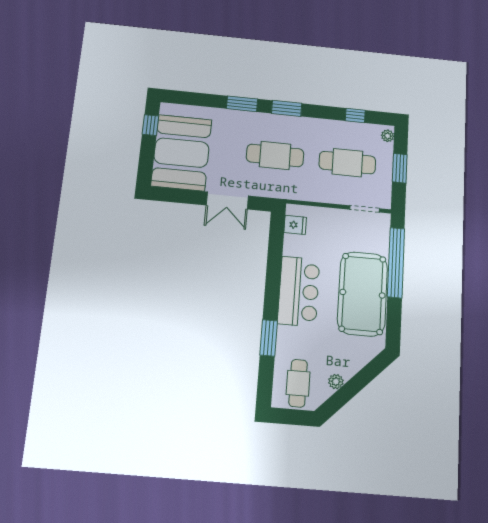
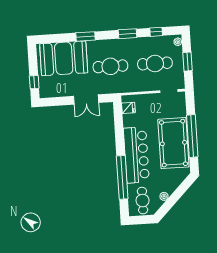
window: (287, 108) -> (128, 34), moved
window: (150, 125) -> (34, 82), moved
booth: (181, 153) -> (64, 58), moved, turned 90
window: (396, 263) -> (192, 136), moved
bar counter: (299, 291) -> (136, 155), width x1.36
window: (269, 338) -> (122, 177), width x2.11

